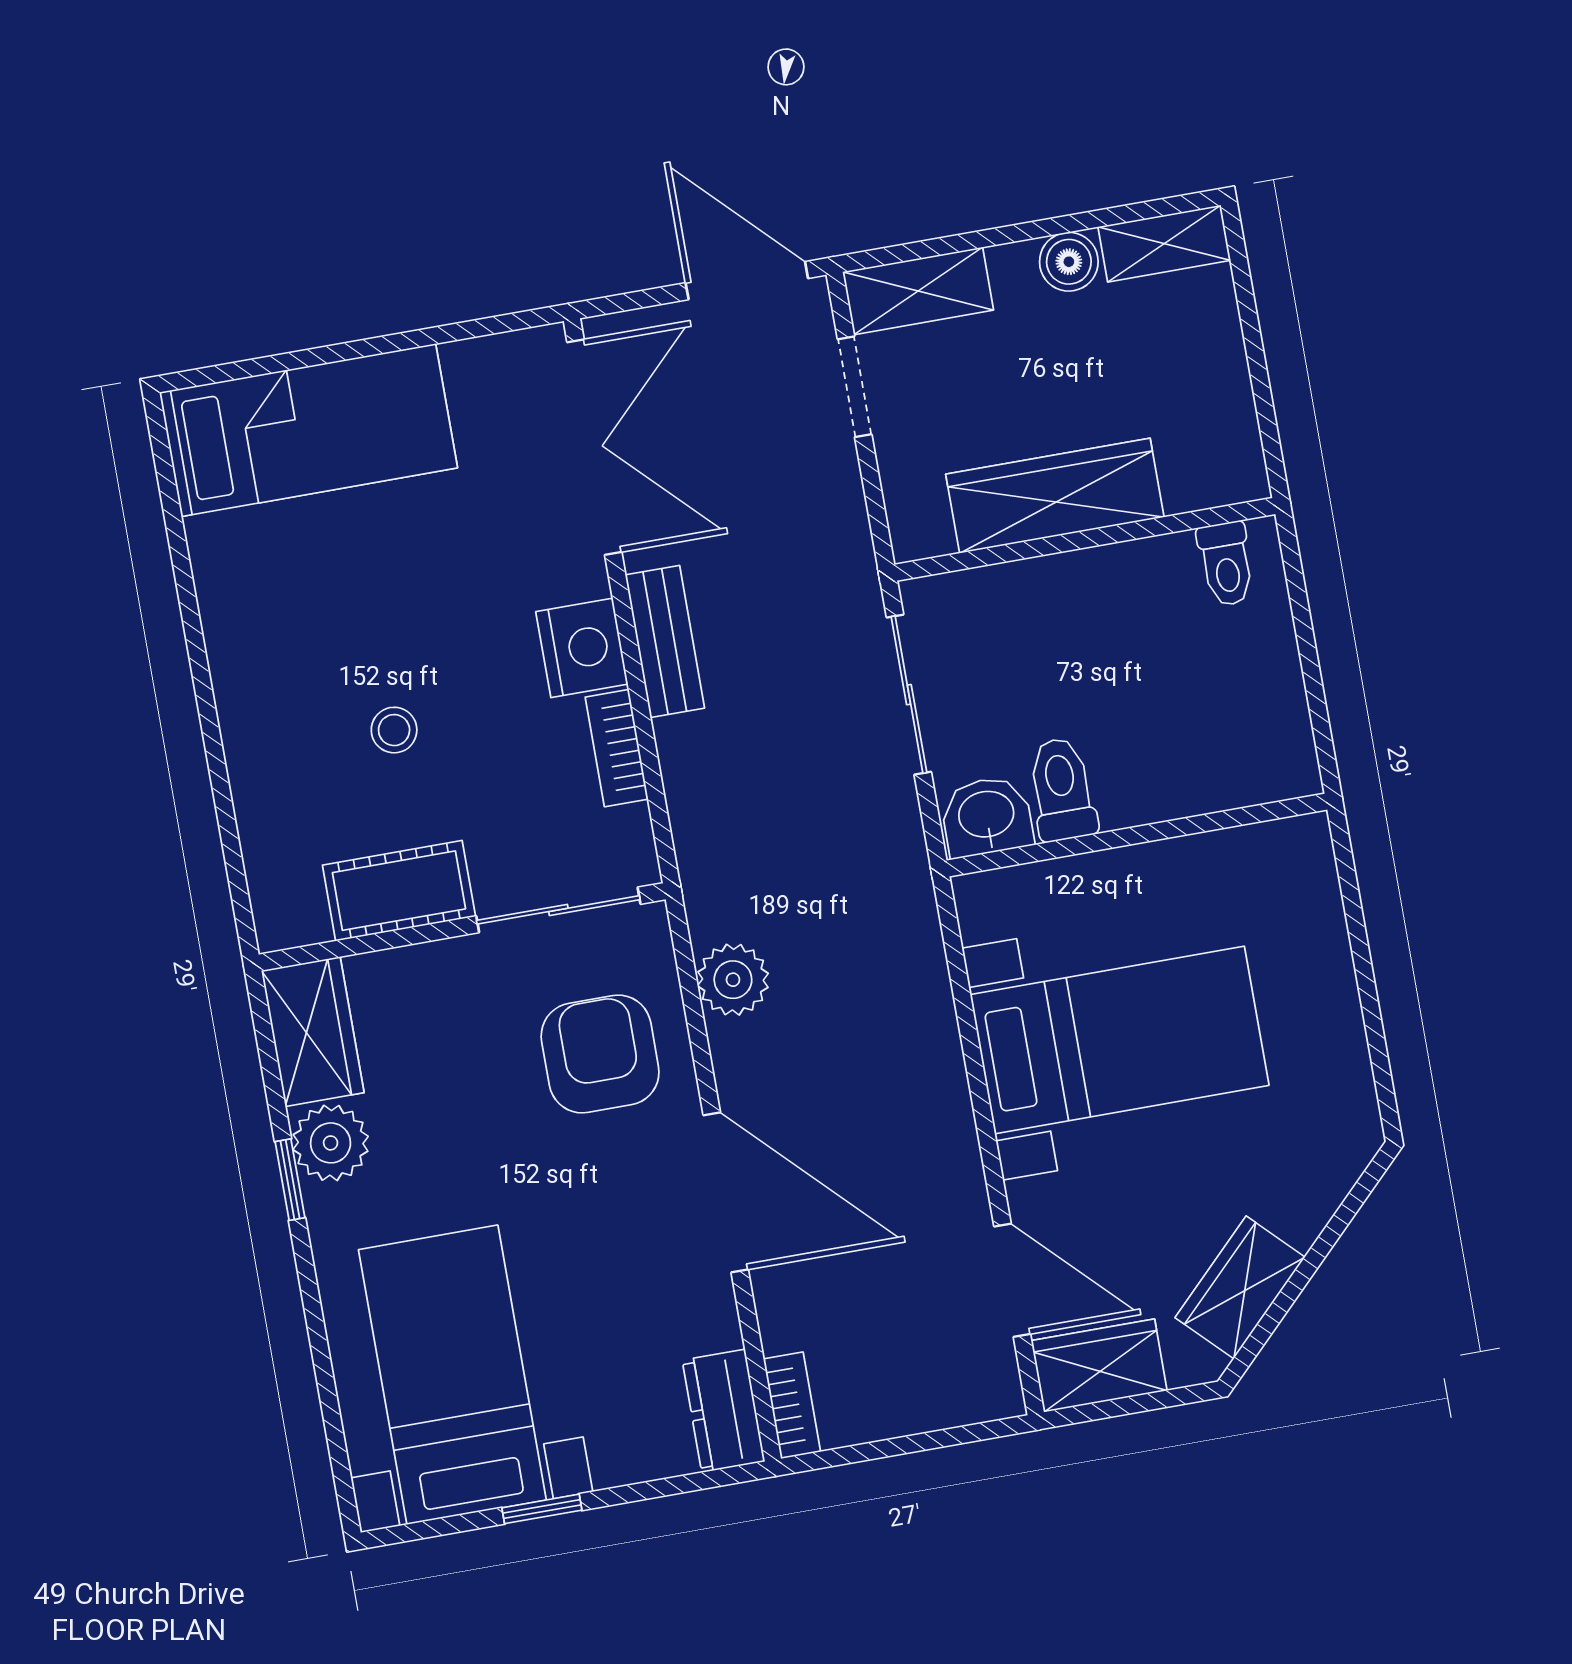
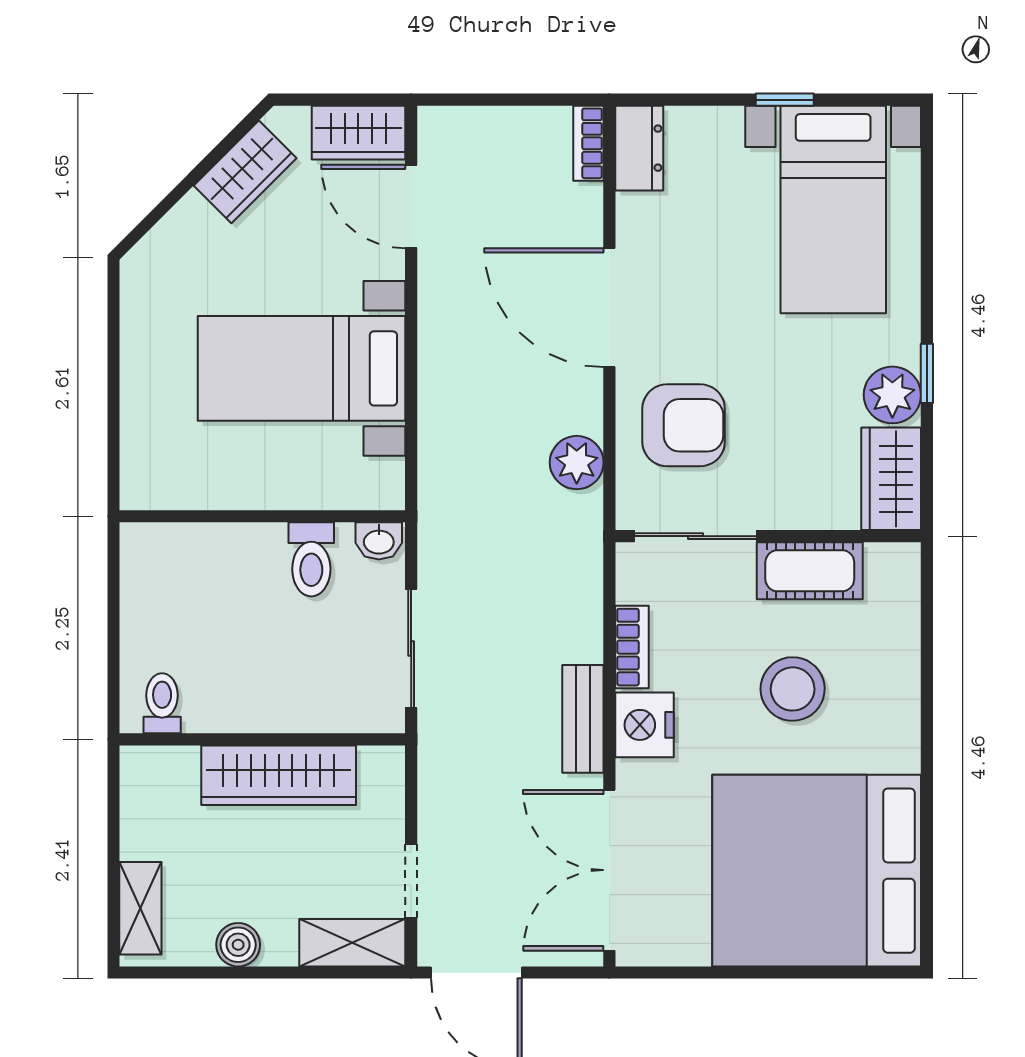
shelving: (1164, 244) -> (140, 908), moved, turned 90
bed: (308, 430) -> (817, 871), width x2.04
stool: (394, 730) -> (793, 689), width x1.89, depth x1.89
washbasin: (987, 816) -> (379, 541), width x0.72, depth x0.69
armchair: (600, 1054) -> (684, 425), turned -90

